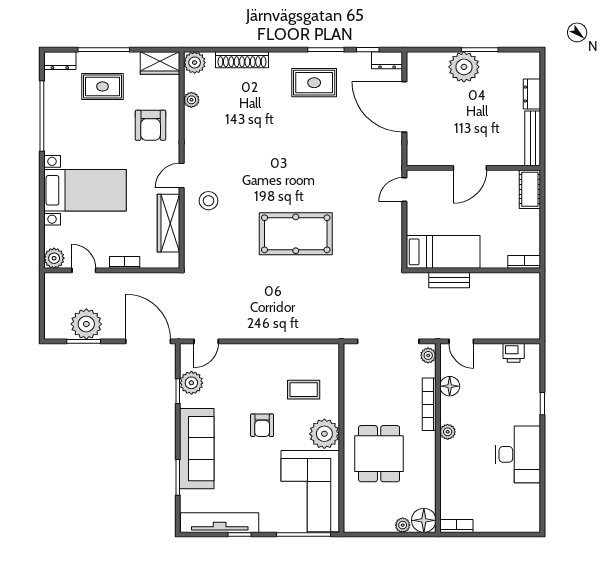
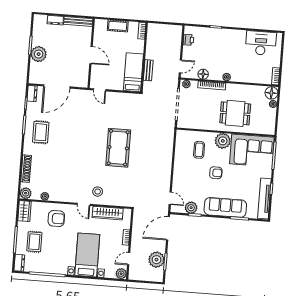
cot: (530, 189) -> (118, 26), moved
desk: (518, 454) -> (261, 43), moved

